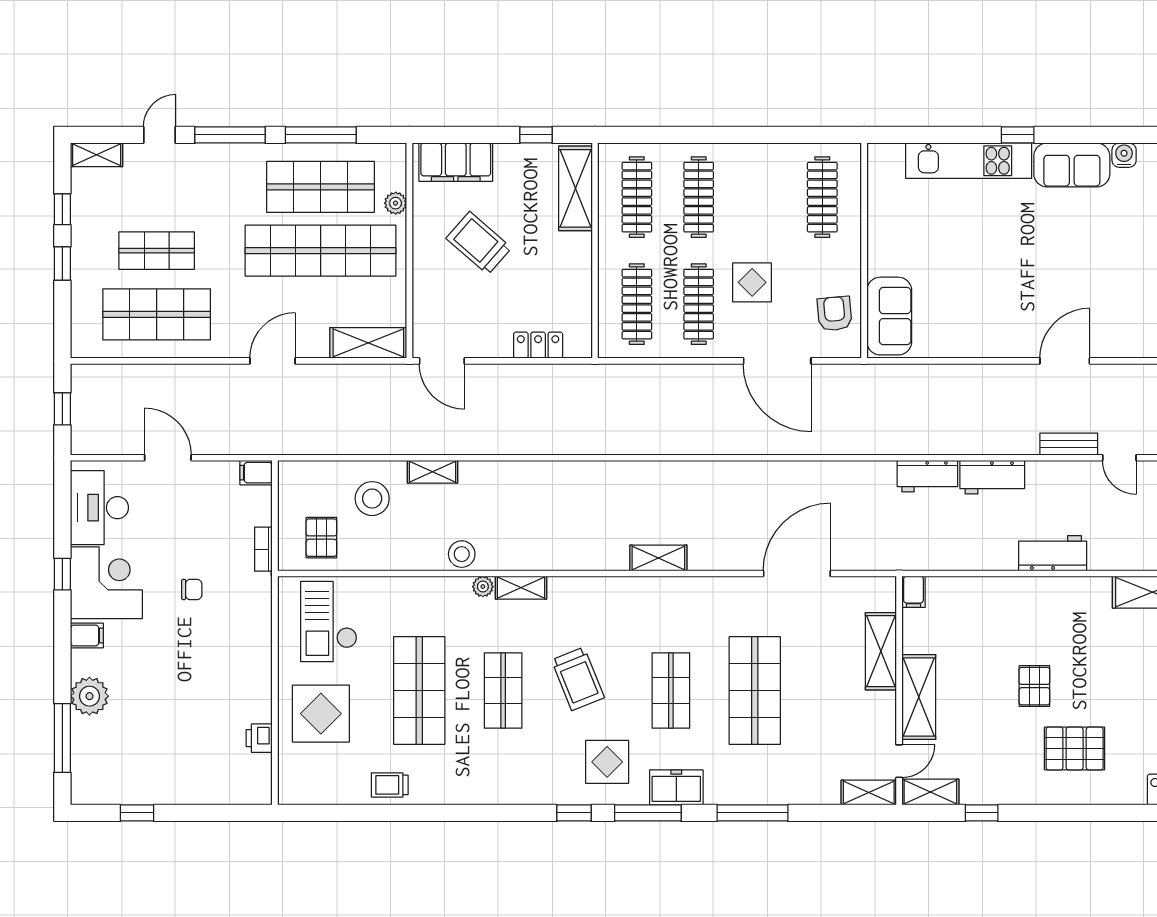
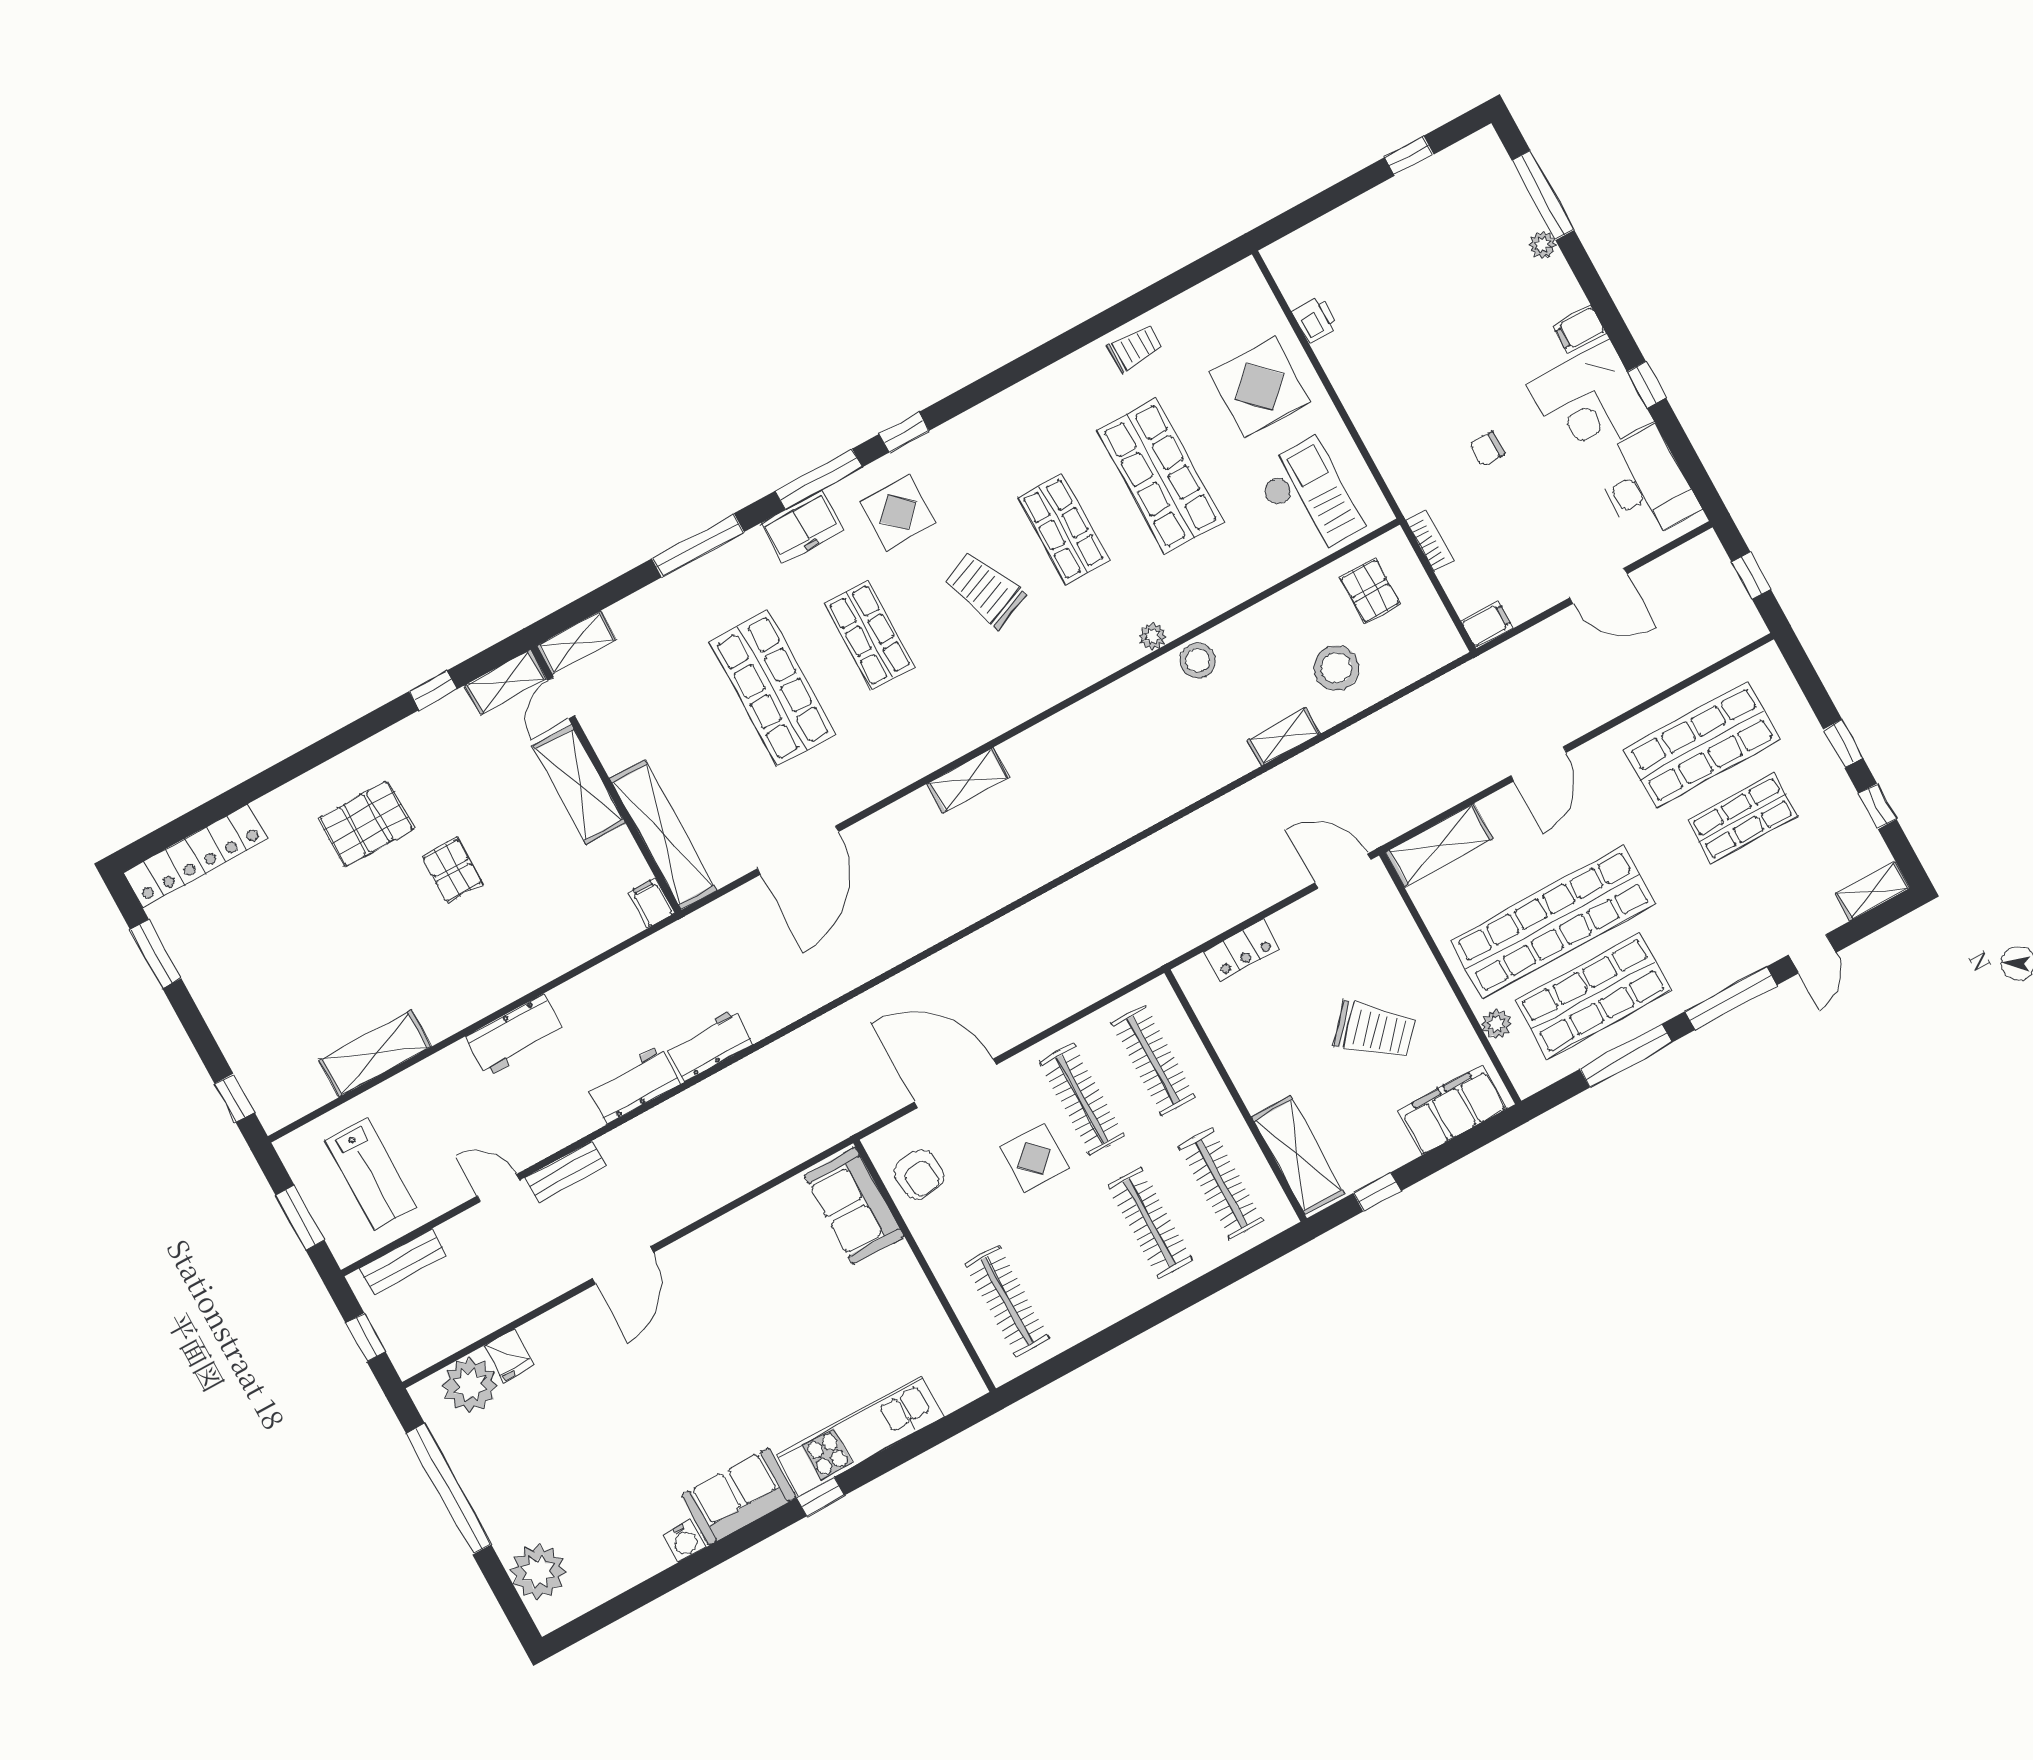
shelving: (521, 588) -> (1108, 659), removed
shelving: (881, 651) -> (663, 834), width x1.47
plant: (89, 696) -> (1543, 245), width x0.53, depth x0.53

